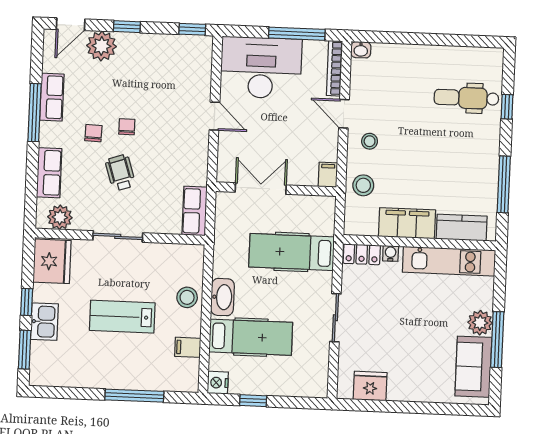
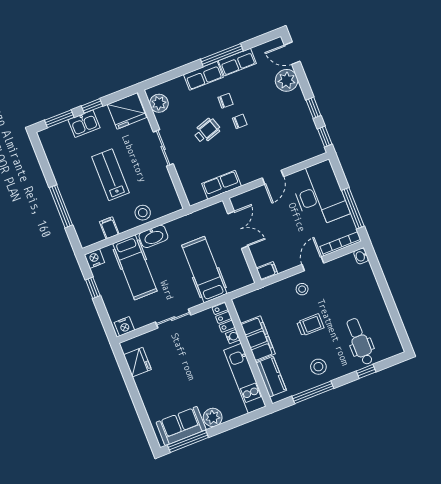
window: (127, 27) -> (313, 108), moved
trolley: (419, 150) -> (310, 325), added
row of seats: (49, 173) -> (203, 76), moved
stool: (363, 185) -> (318, 367), moved
row of seats: (194, 211) -> (222, 185), moved
window: (497, 340) -> (188, 441), moved
nightstand: (318, 383) -> (124, 326), added

